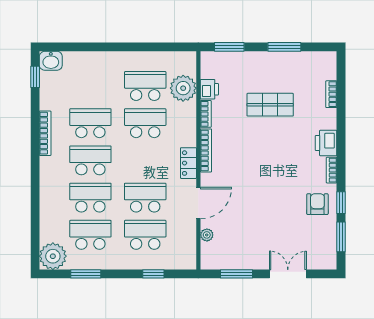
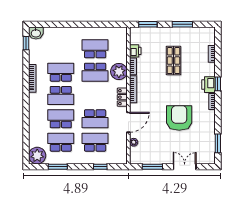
plant: (183, 88) -> (119, 72), moved
shop shelf: (270, 105) -> (173, 61), turned 90
school desk: (145, 123) -> (95, 72), turned 180
school desk: (90, 160) -> (61, 95), turned 180
school desk: (145, 198) -> (95, 119), turned 180
window: (341, 203) -> (218, 84), moved
armchair: (317, 204) -> (179, 118), moved, width x1.88, depth x1.88

